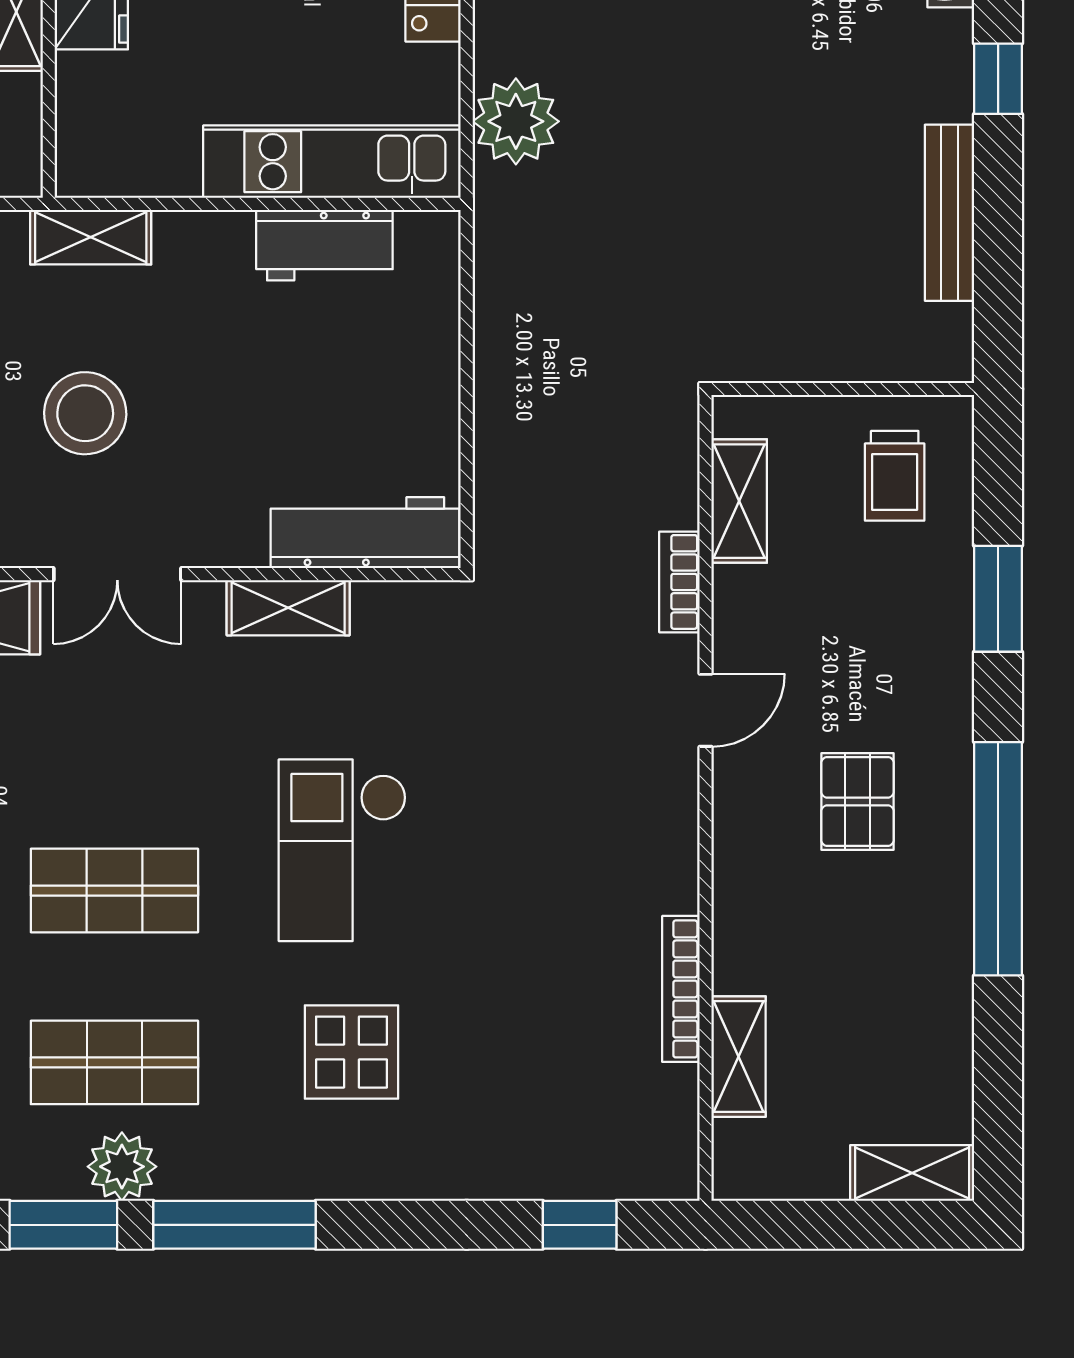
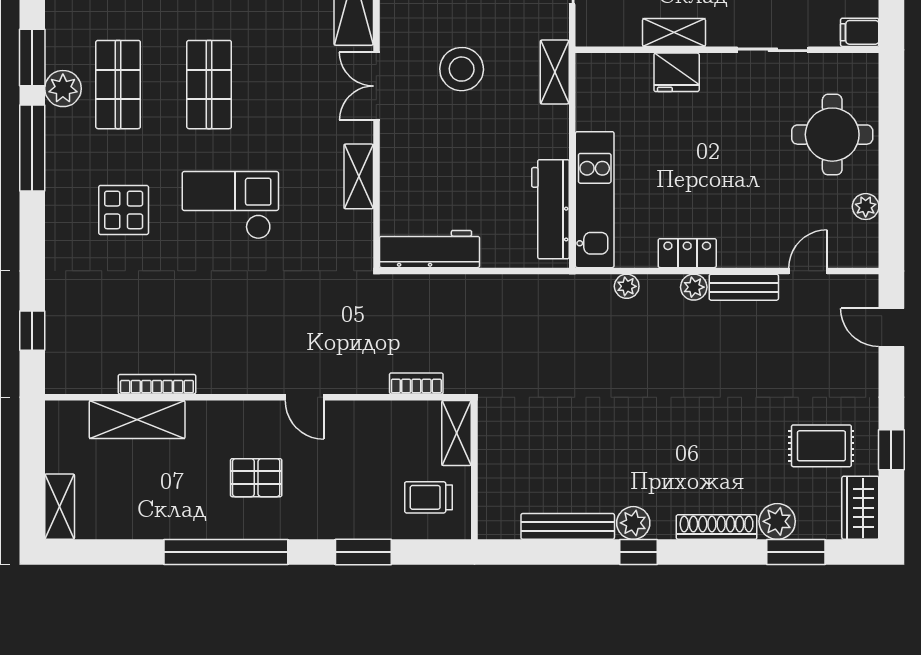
plant: (943, 89) -> (633, 523), added
plant: (516, 121) -> (627, 286), width x0.53, depth x0.53
workbench: (324, 245) -> (551, 209), width x1.37
shelving: (739, 501) -> (457, 433), moved, turned 90
workbench: (365, 533) -> (430, 249), moved, turned -90
bookcase: (679, 582) -> (416, 383), moved
shelving: (739, 1057) -> (137, 420), width x1.50, depth x1.33

